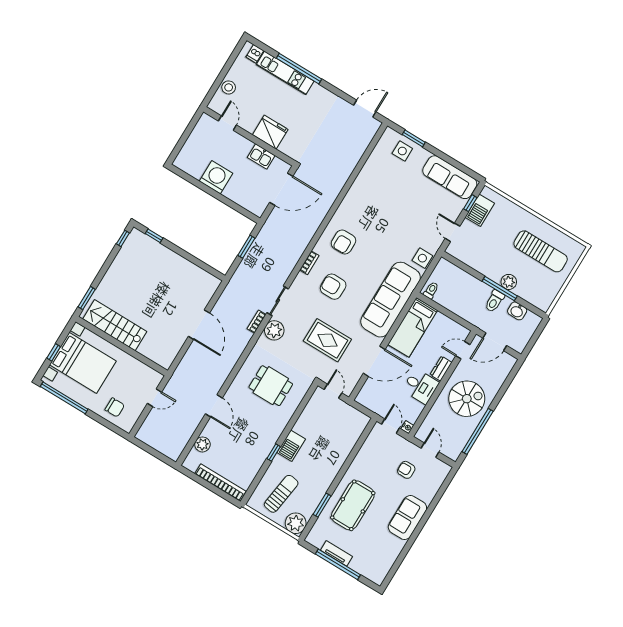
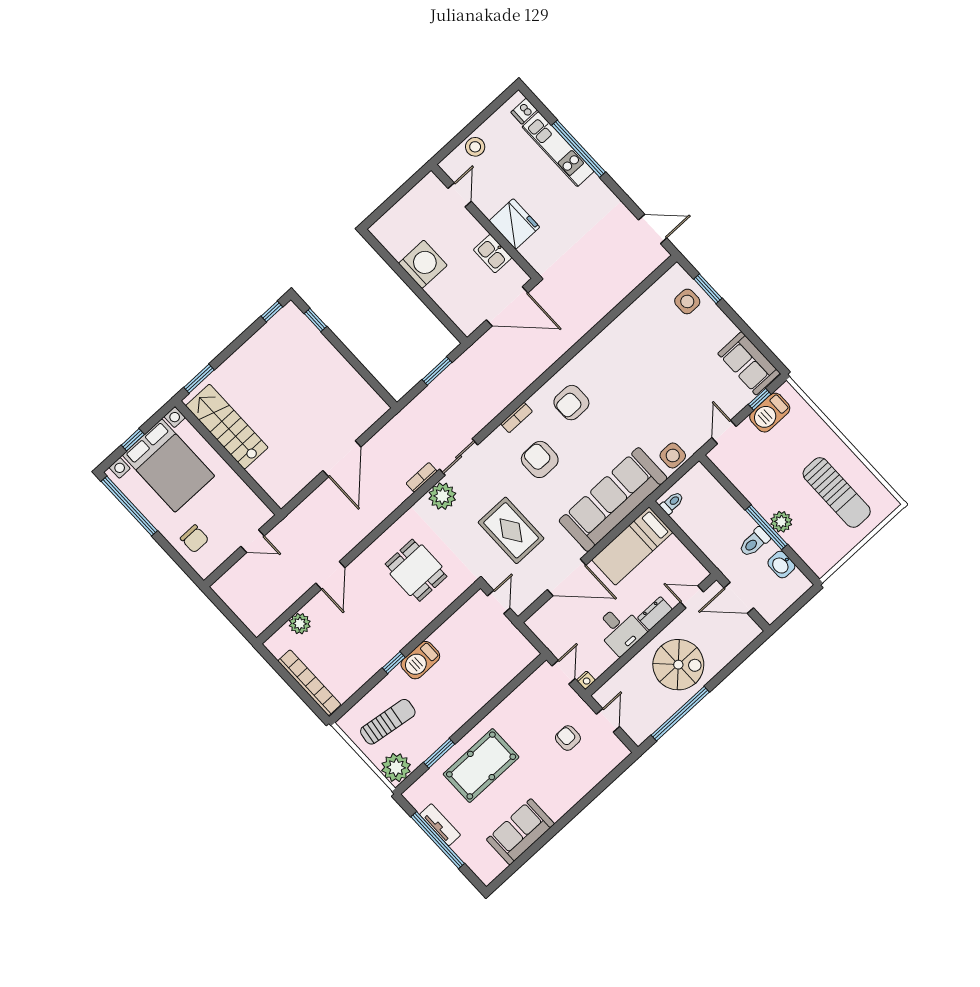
sofa: (450, 177) -> (749, 363), width x0.73
sofa: (407, 518) -> (520, 832), moved

